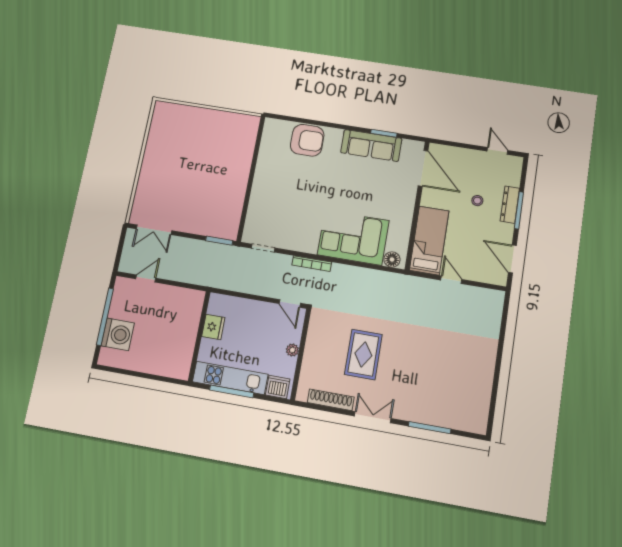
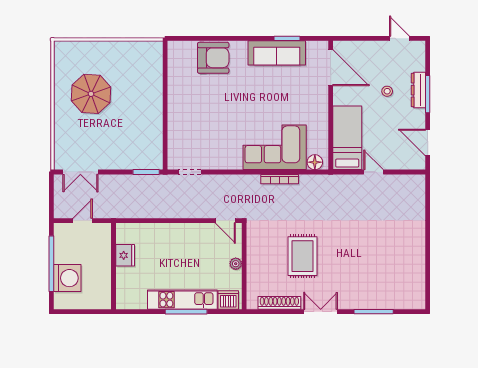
parasol: (181, 156) -> (91, 94), added
bookcase: (312, 264) -> (280, 179), moved
fridge: (213, 327) -> (125, 255), moved
wall: (199, 336) -> (114, 266), moved

